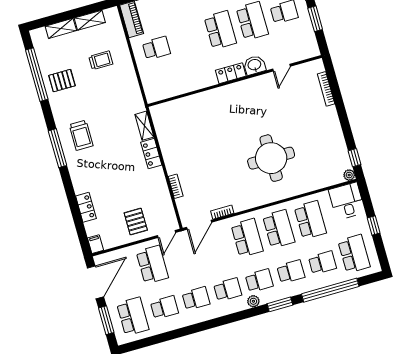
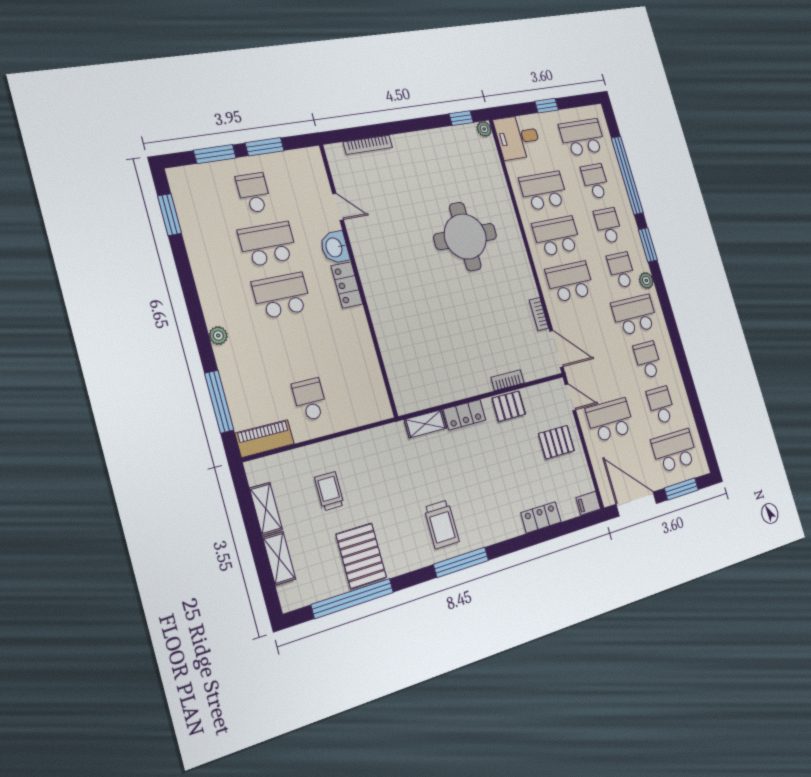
pallet: (62, 81) -> (361, 556), width x1.50, depth x1.42
trolley: (81, 135) -> (442, 524), turned 90
pallet: (158, 186) -> (509, 406), added
school desk: (228, 290) -> (634, 315), width x1.85

